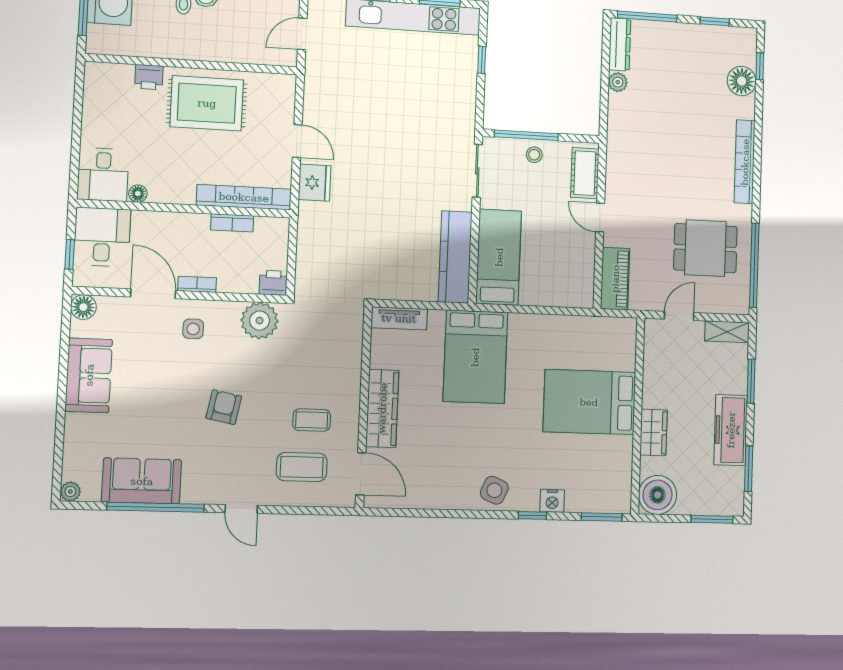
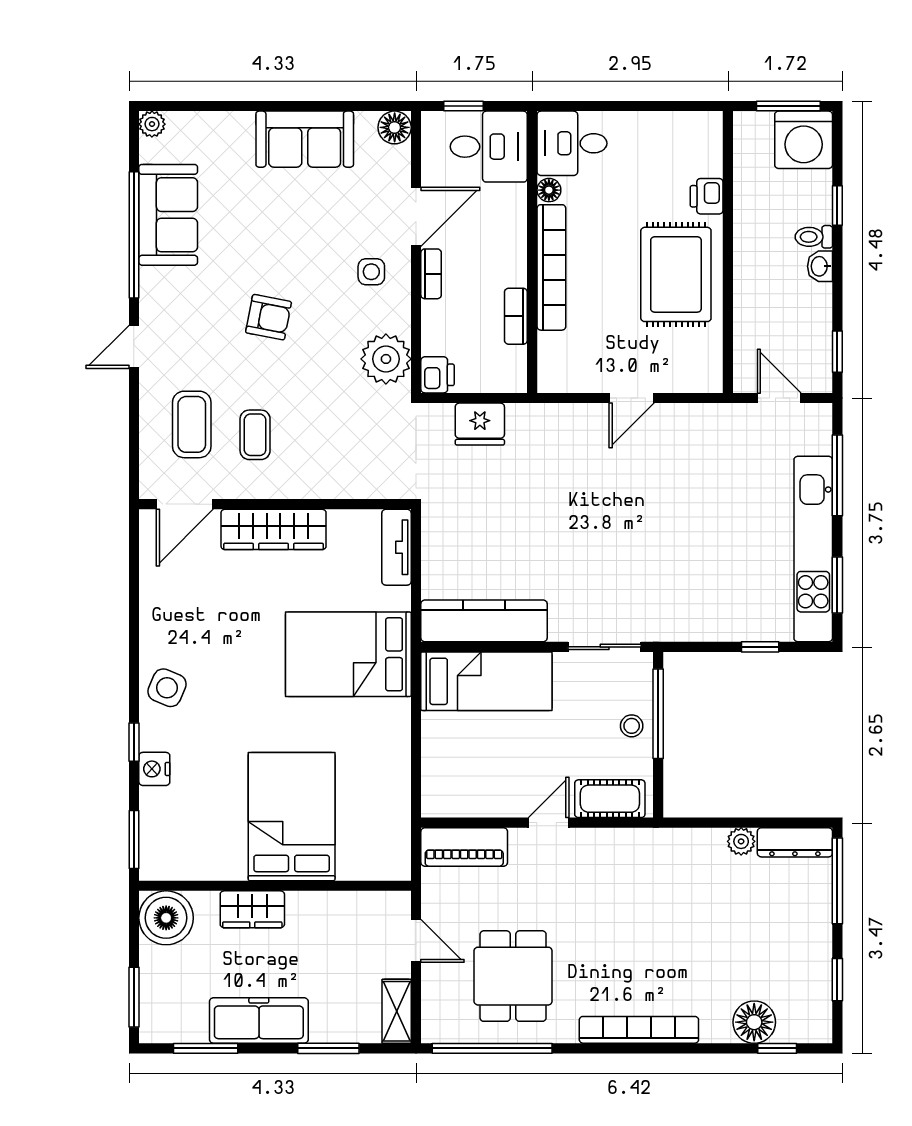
fridge: (315, 183) -> (480, 424), moved
bookcase: (244, 197) -> (551, 267), moved

